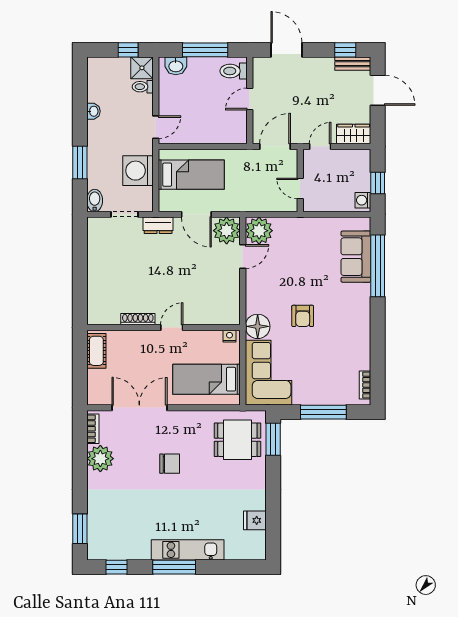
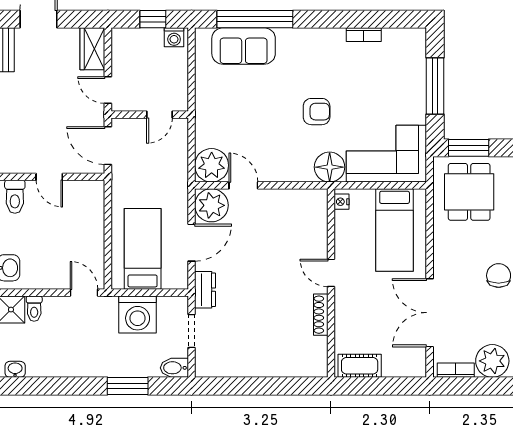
washbasin: (93, 111) -> (15, 369), moved
bookcase: (365, 385) -> (364, 35), moved

